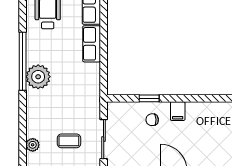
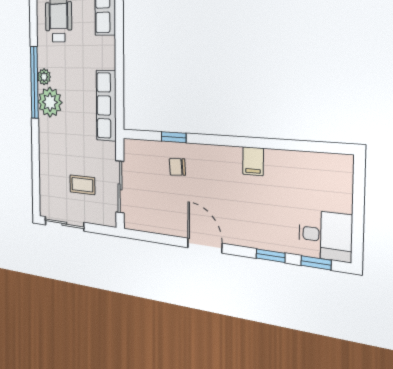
row of seats: (92, 44) -> (106, 106), moved, width x1.48
filing cabinet: (178, 111) -> (253, 161), moved
plant: (33, 145) -> (44, 77), moved

